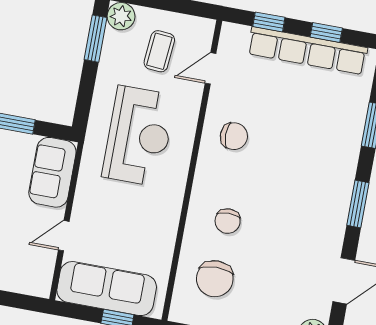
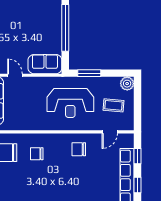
window: (95, 39) -> (89, 73), moved
door: (210, 68) -> (110, 132), swing flipped
chair: (234, 136) -> (79, 149), turned 90

